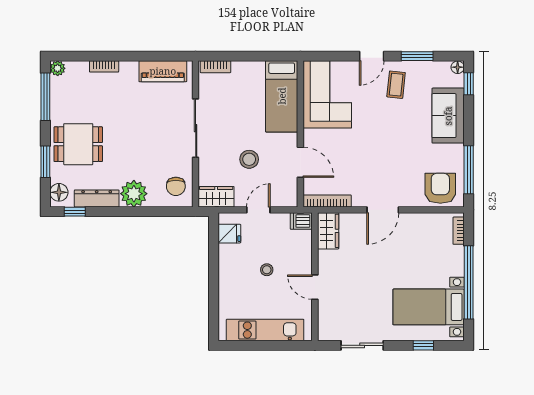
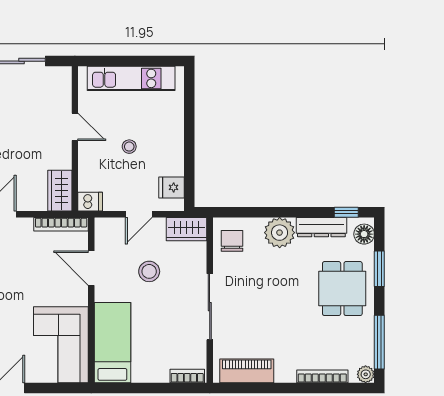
bookcase: (104, 66) -> (322, 376), width x1.56
dining table: (78, 144) -> (342, 289), turned 90

